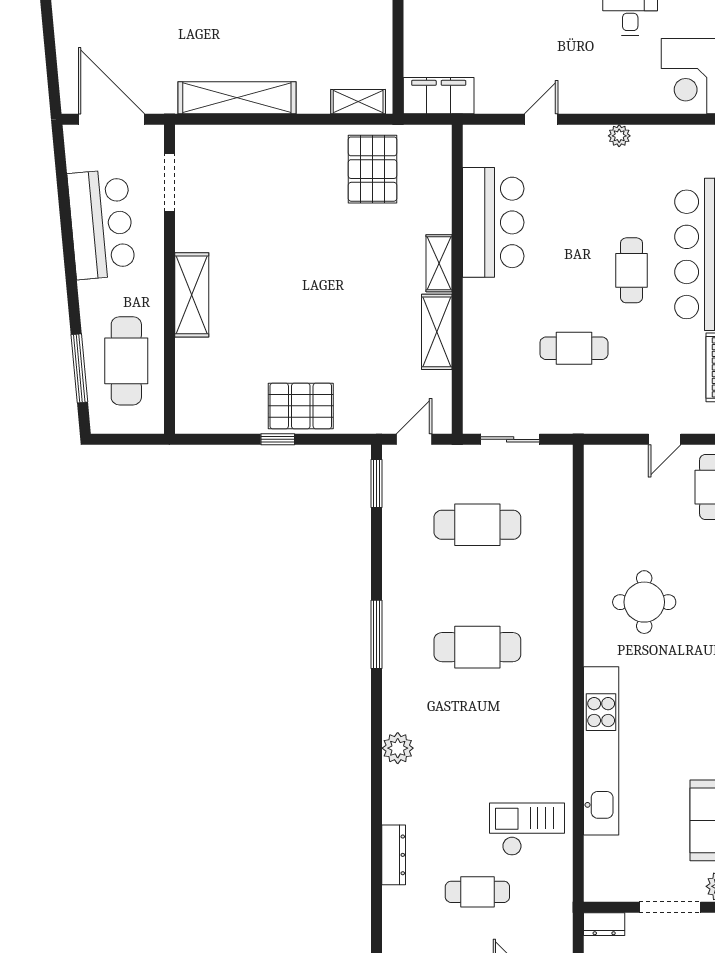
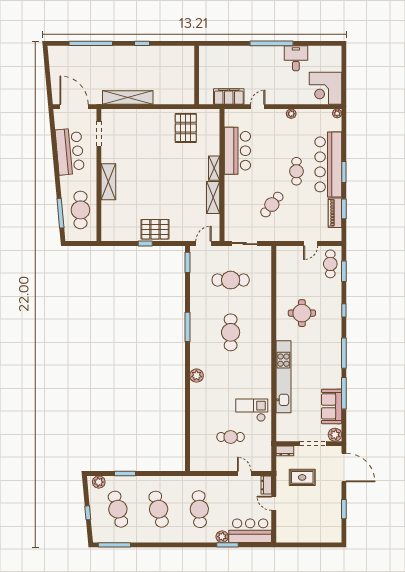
filing cabinet: (439, 96) -> (229, 97), moved
shelving: (358, 102) -> (180, 99), removed
cafe table: (574, 348) -> (272, 205), turned -51
cafe table: (477, 647) -> (231, 332), turned 90
dresser: (394, 855) -> (195, 421), removed

